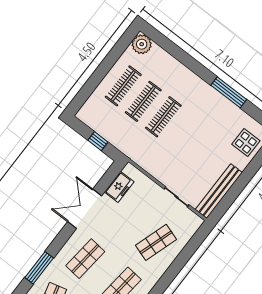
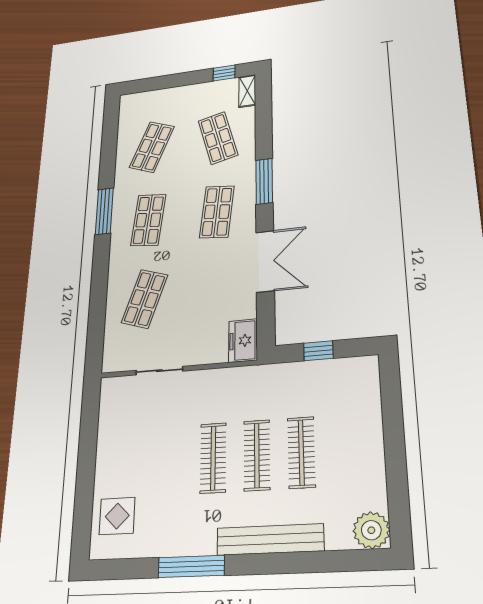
clothes rail: (123, 86) -> (213, 458), moved
freezer: (119, 187) -> (243, 341), moved
bench: (219, 191) -> (270, 539), moved, turned 90
window: (39, 268) -> (264, 181), moved

